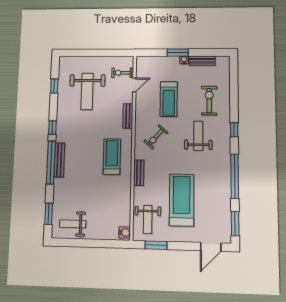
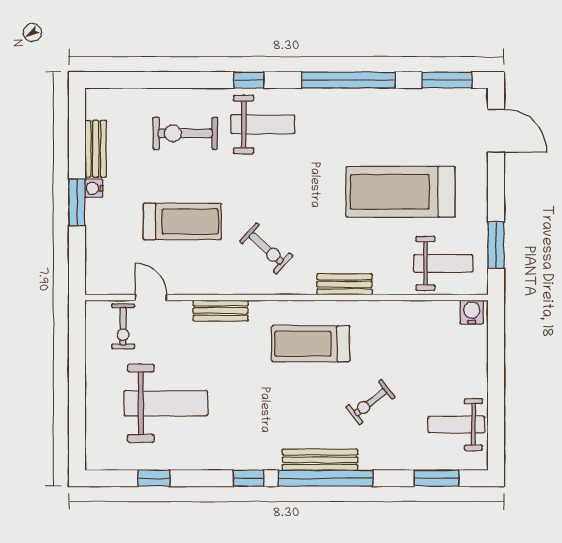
weight bench: (198, 136) -> (263, 124), moved, turned 180
exercise bike: (84, 184) -> (370, 402), added
weight bench: (73, 224) -> (457, 424), turned 90

